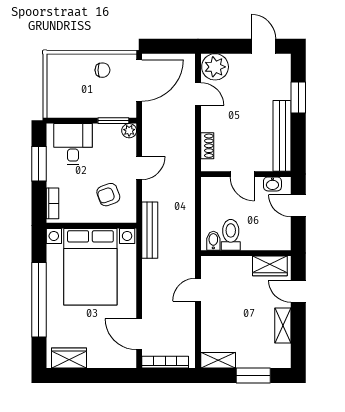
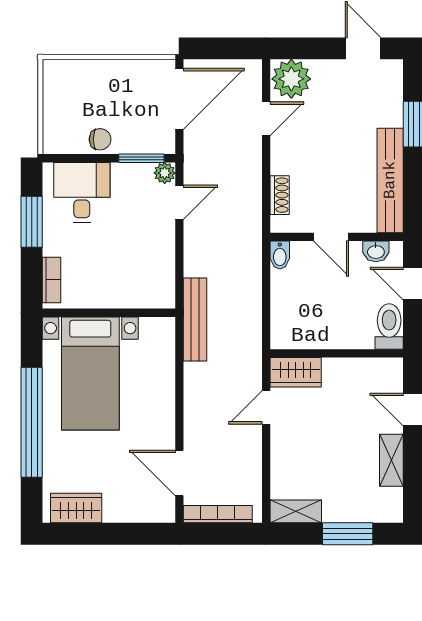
chair: (102, 70) -> (100, 139), moved
door: (198, 94) -> (266, 119), hinge flipped
door: (139, 168) -> (179, 202), moved
armchair: (108, 195) -> (134, 267), removed
toilet: (231, 235) -> (389, 326), moved
bidet: (213, 241) -> (280, 255), moved, turned 180
wardrobe: (270, 266) -> (296, 372), moved
bed with nightstands: (90, 267) -> (90, 373), width x0.73

